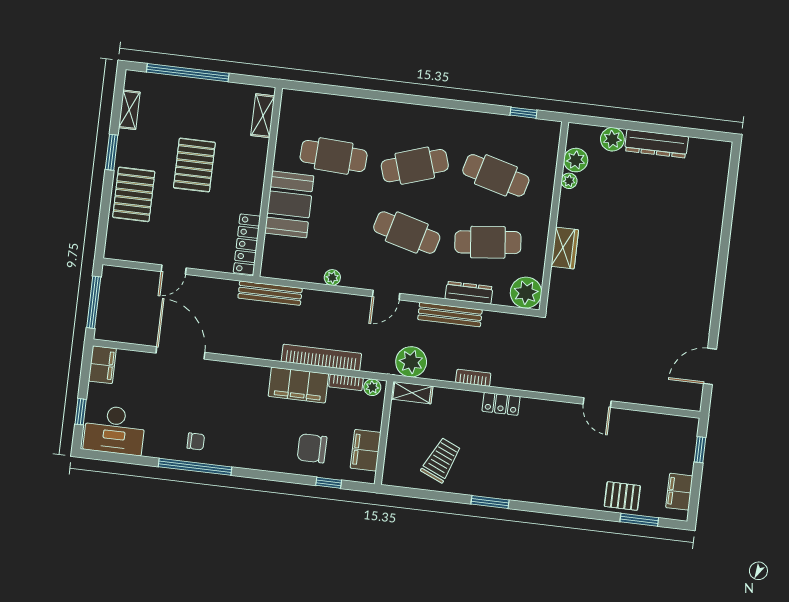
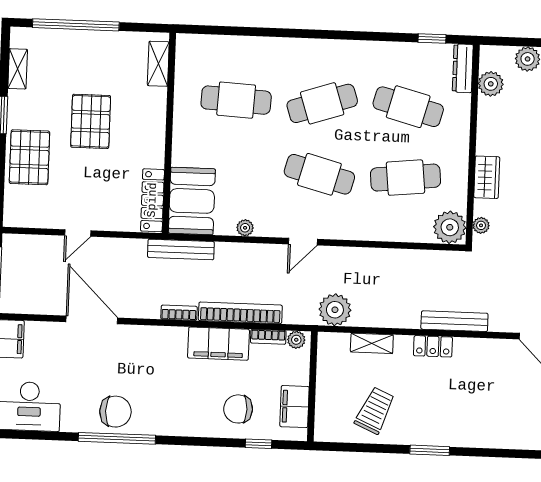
plant: (569, 181) -> (481, 225), moved
booth: (289, 204) -> (192, 201), moved
dresser: (469, 293) -> (463, 68), moved, turned -90
bench: (450, 315) -> (454, 321), moved
bookcase: (473, 378) -> (179, 313), moved
shelving: (412, 393) -> (372, 343), moved
chair: (196, 441) -> (115, 412), width x1.87, depth x1.87

